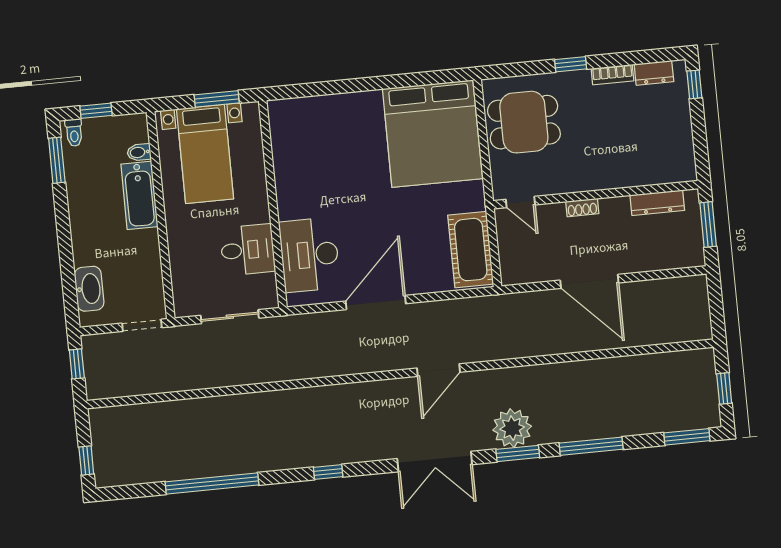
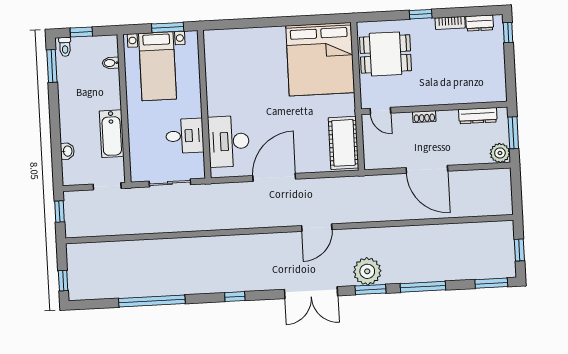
bathtub: (139, 195) -> (112, 134), moved
plant: (691, 254) -> (500, 153), added
washbasin: (89, 289) -> (67, 151), width x0.52, depth x0.69

